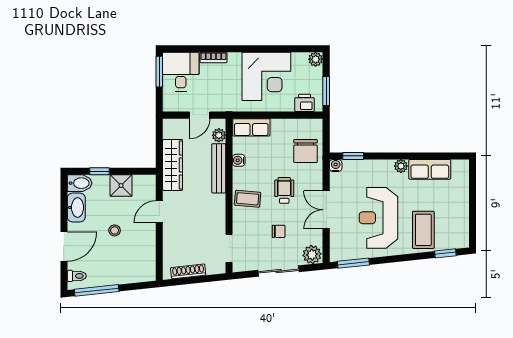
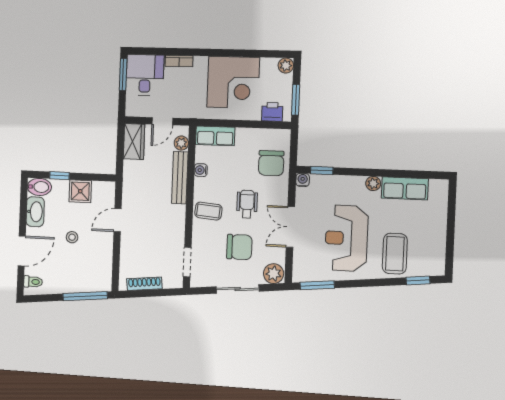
wardrobe: (173, 165) -> (134, 142), moved, width x0.67
chair: (279, 231) -> (239, 247), width x1.87, depth x1.87
window: (97, 290) -> (85, 296), moved

